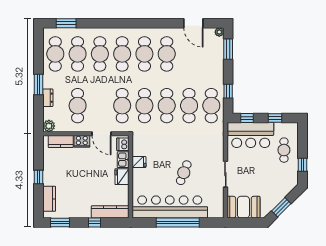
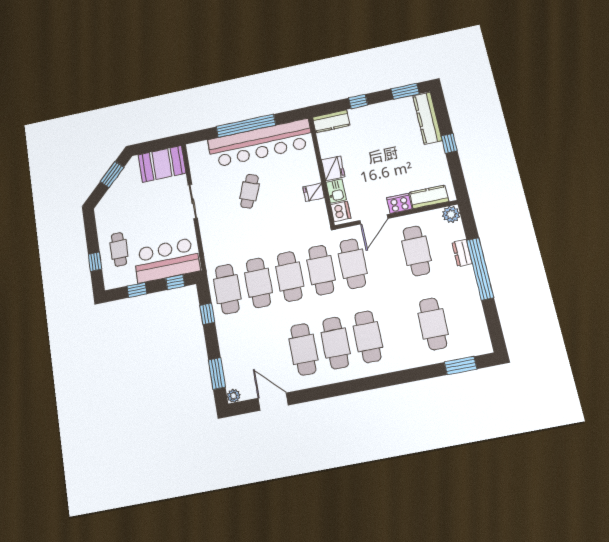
cafe table: (55, 54) -> (466, 317), removed
cafe table: (100, 54) -> (400, 330), removed
window: (38, 84) -> (480, 269), width x2.11
door: (102, 134) -> (374, 219), swing flipped
window: (302, 165) -> (95, 262), moved
kitchen counter: (49, 199) -> (427, 118), width x1.50
kitchen counter: (110, 212) -> (331, 121), width x0.67

